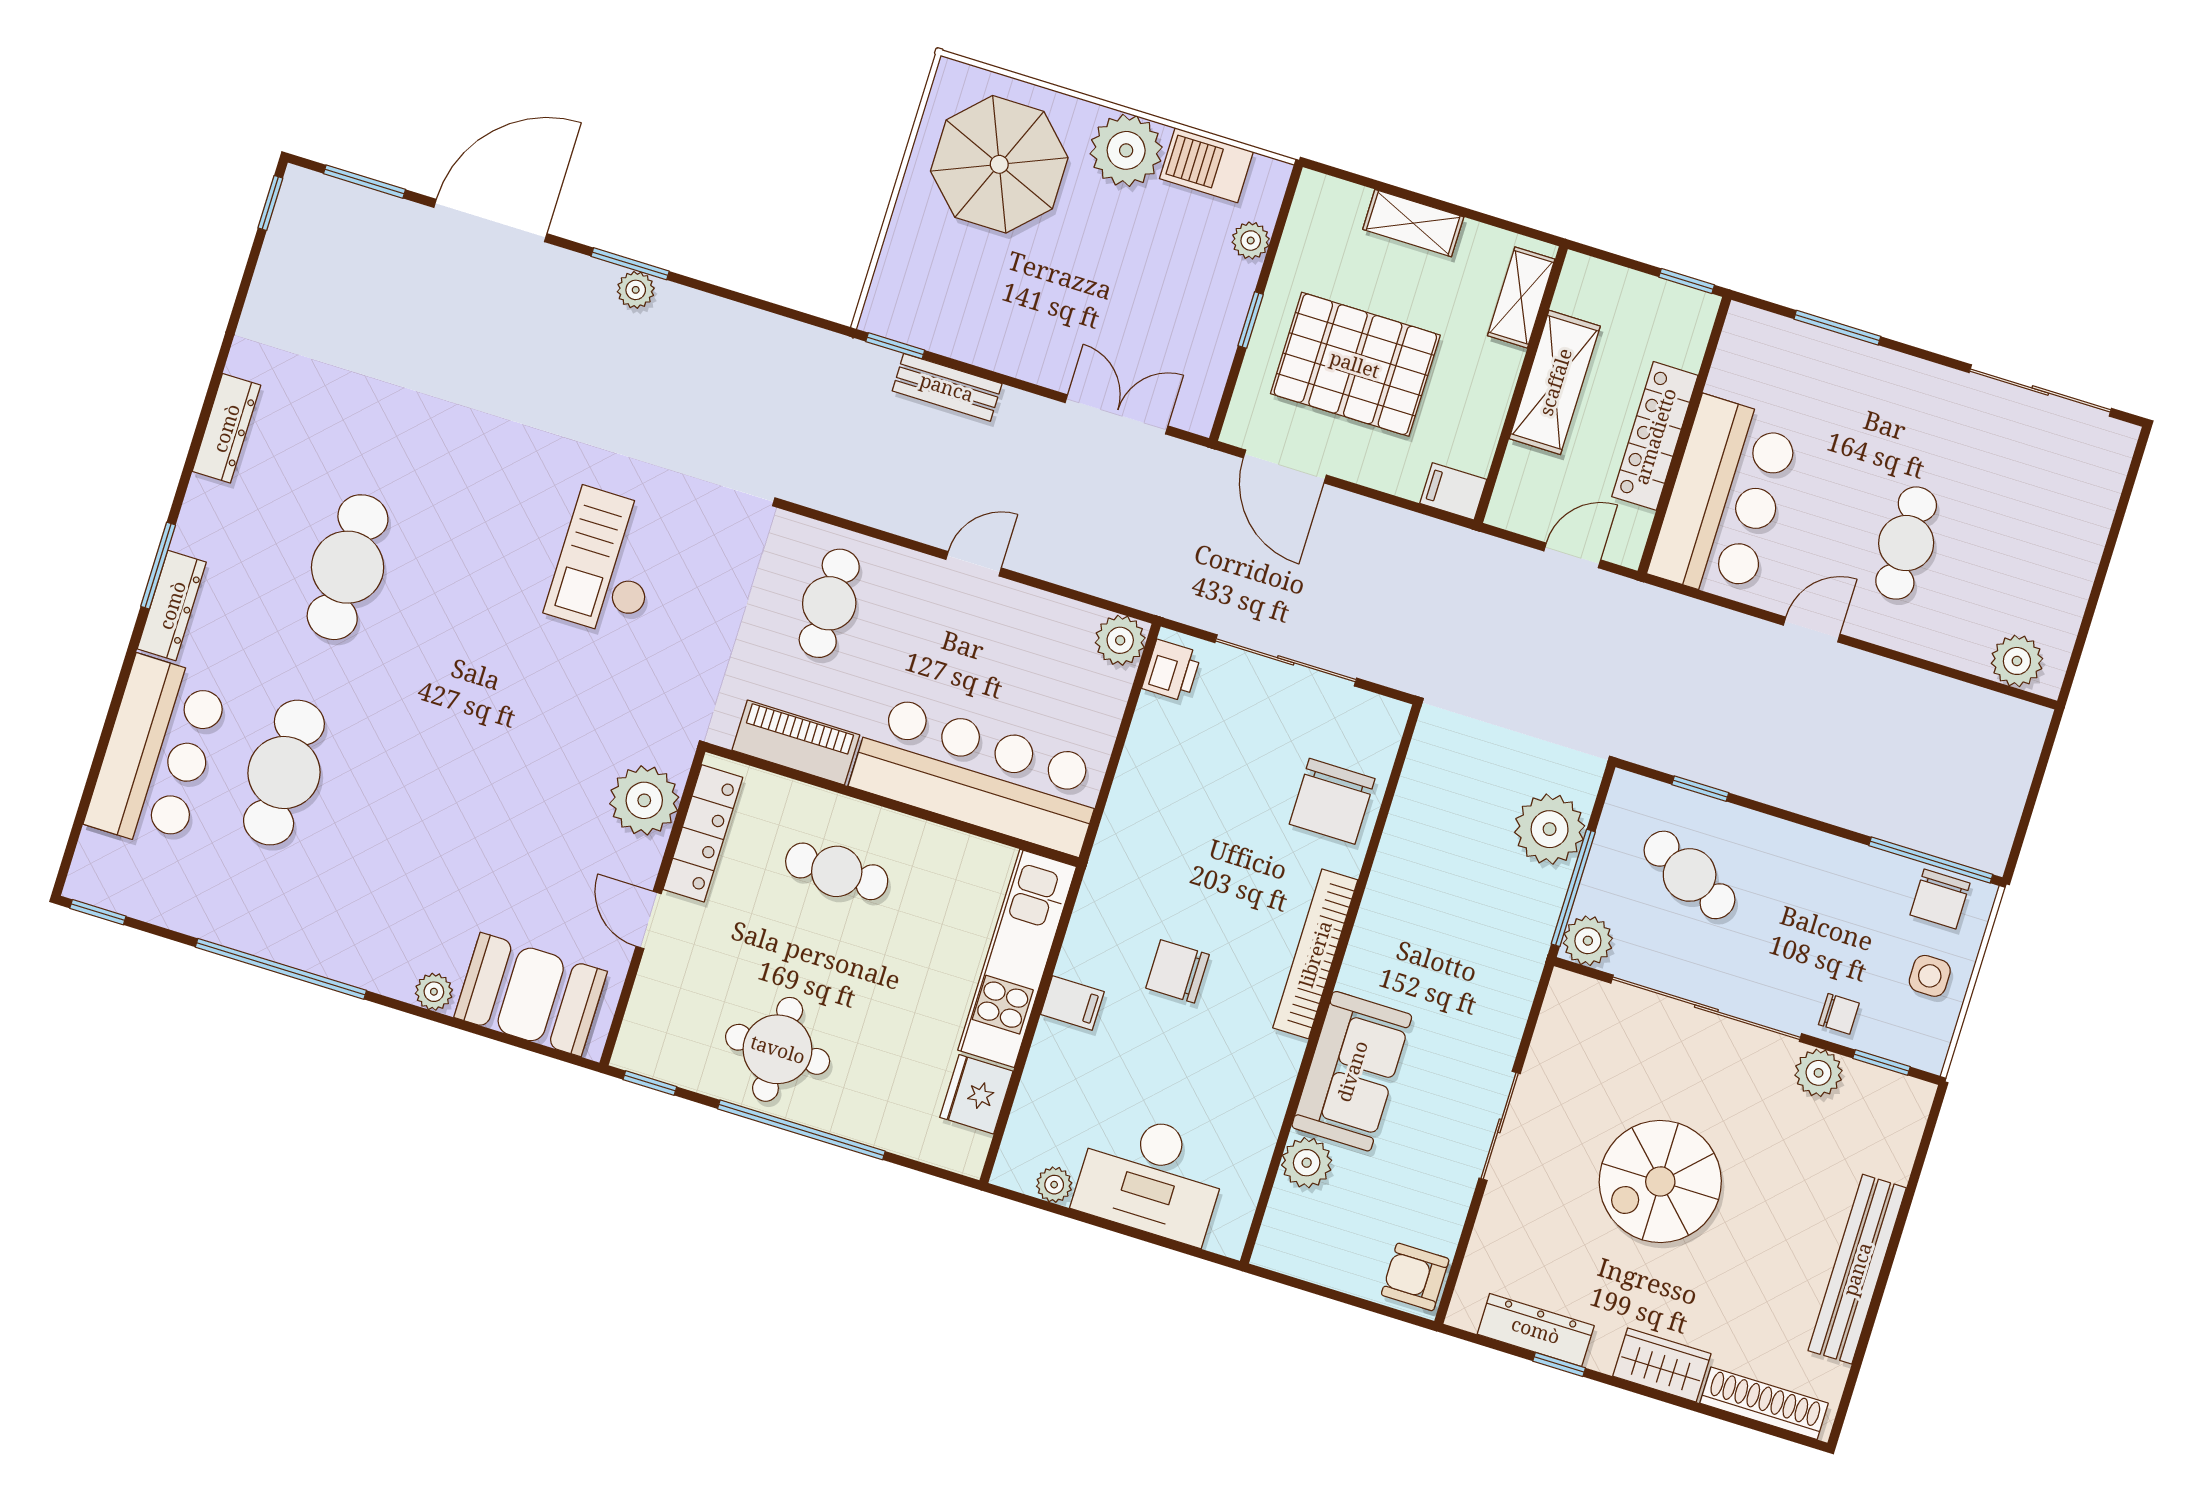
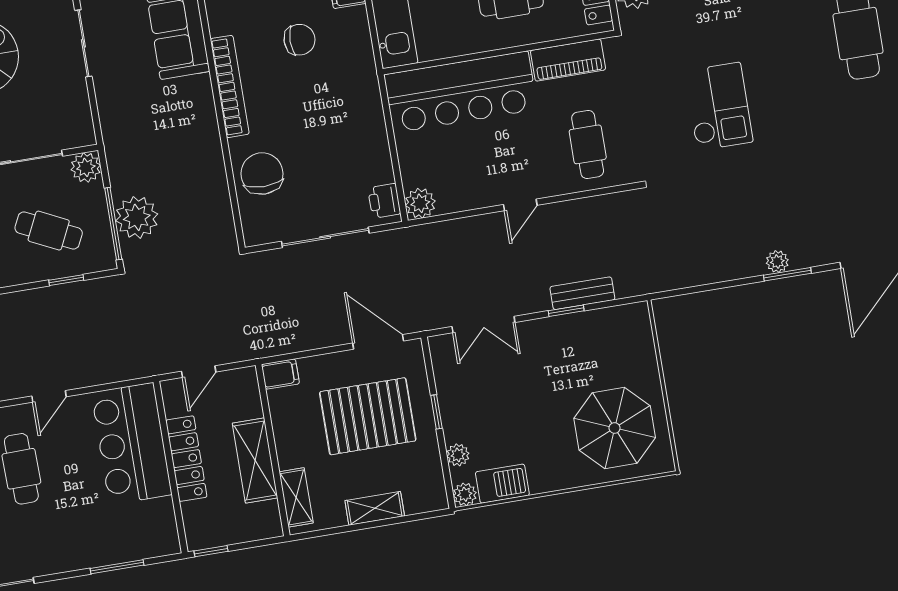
plant: (1126, 150) -> (465, 494), moved, width x0.53, depth x0.53
window: (895, 346) -> (566, 311), moved
window: (1573, 888) -> (113, 224), moved

